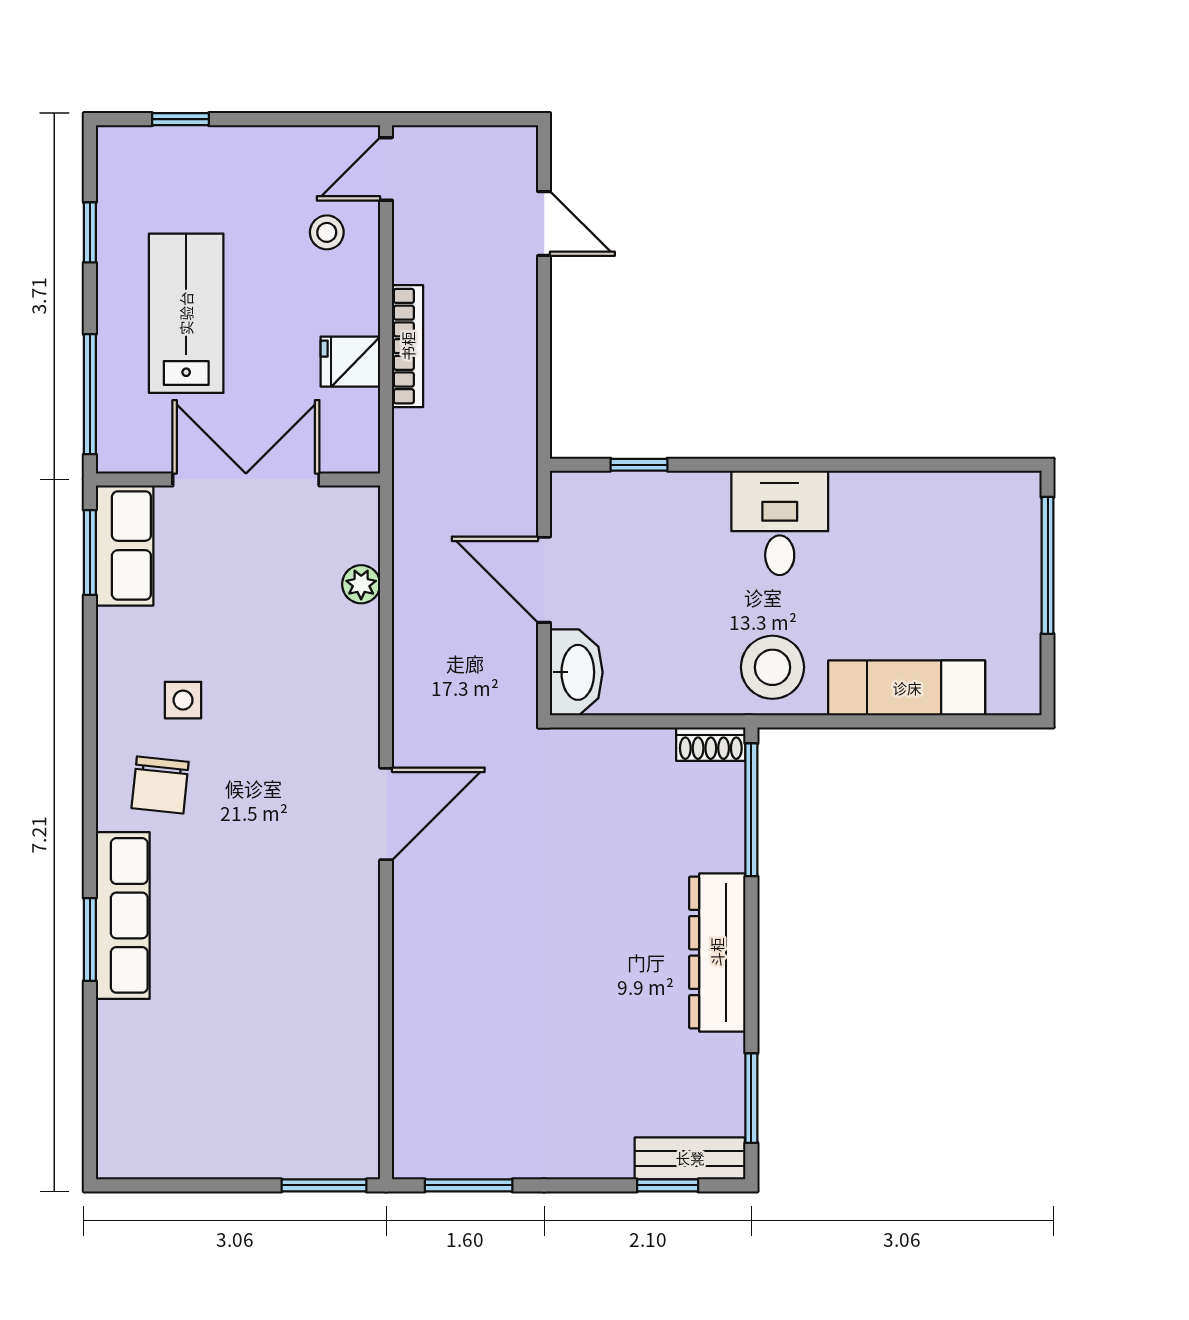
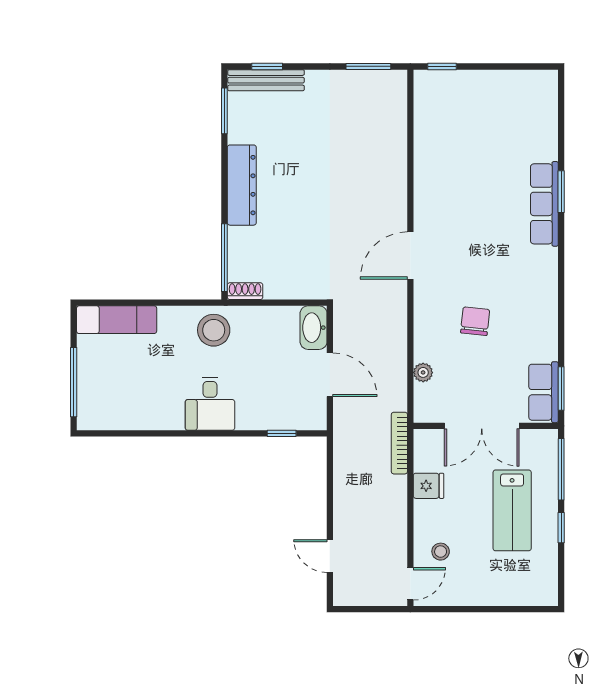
window: (180, 119) -> (515, 609), removed
window: (90, 232) -> (561, 528), moved
bookcase: (408, 346) -> (399, 443), moved
exam couch: (907, 688) -> (117, 320), moved
side table: (183, 700) -> (514, 314), removed
chair: (160, 785) -> (475, 321), moved
bench: (690, 1158) -> (266, 80), width x1.36
window: (324, 1185) -> (442, 66), width x0.67

